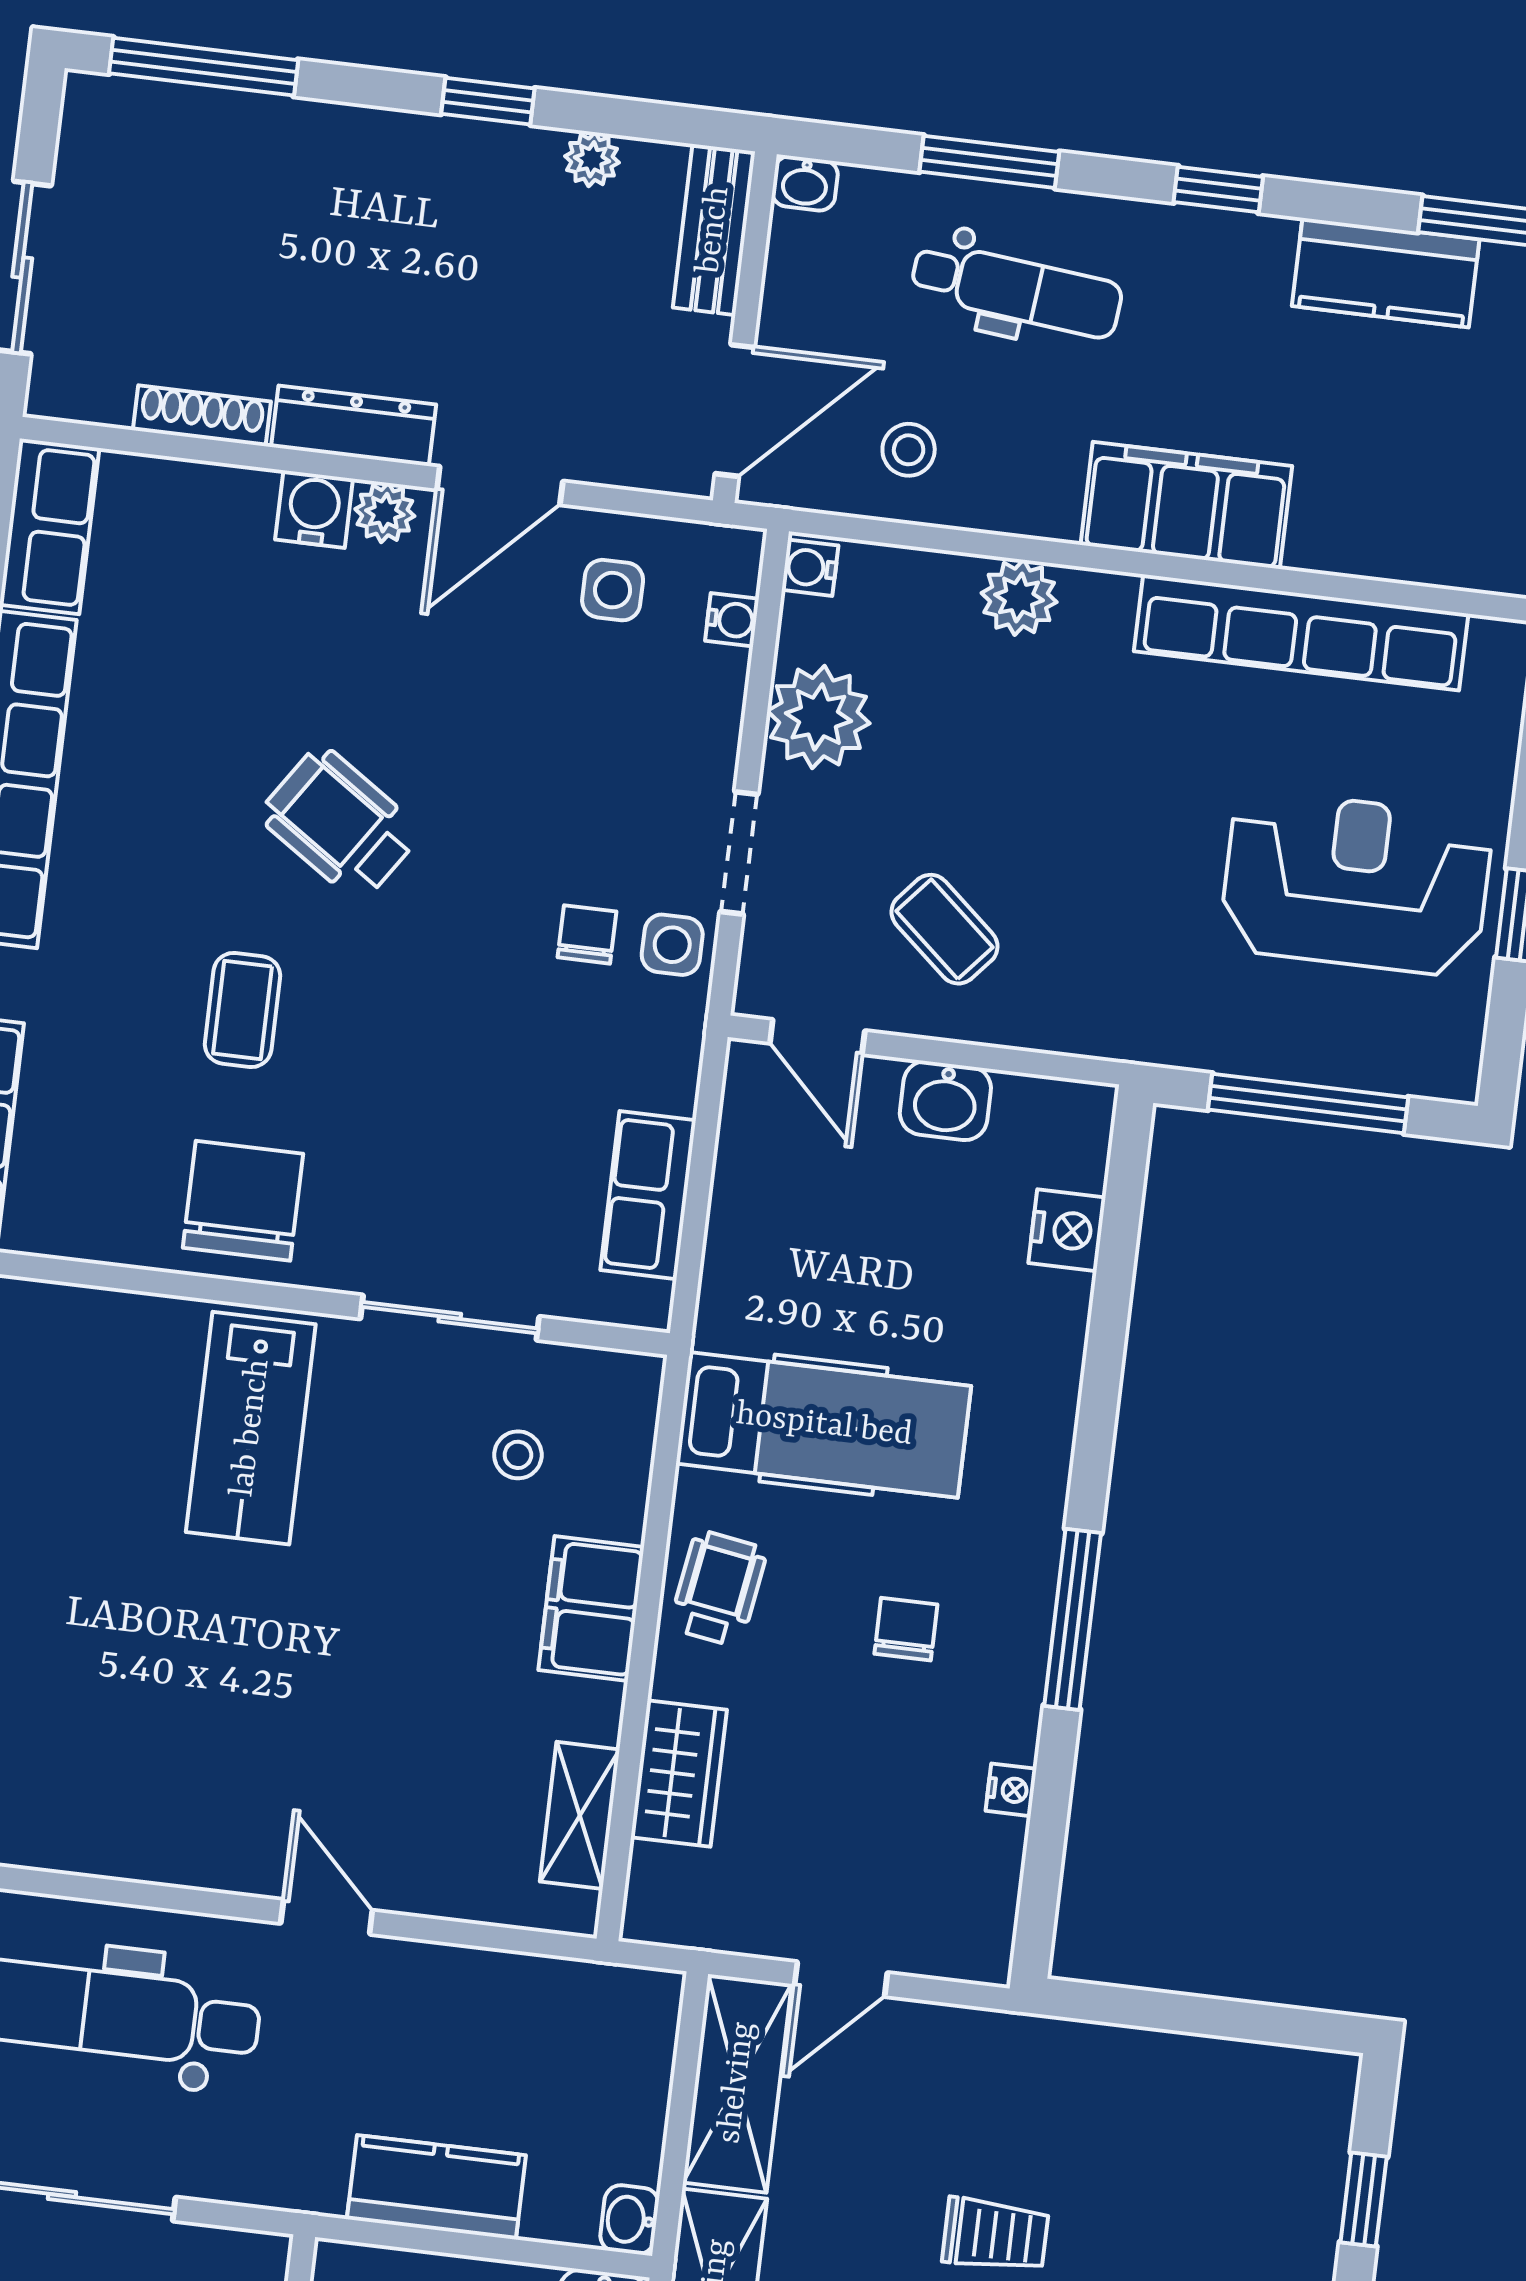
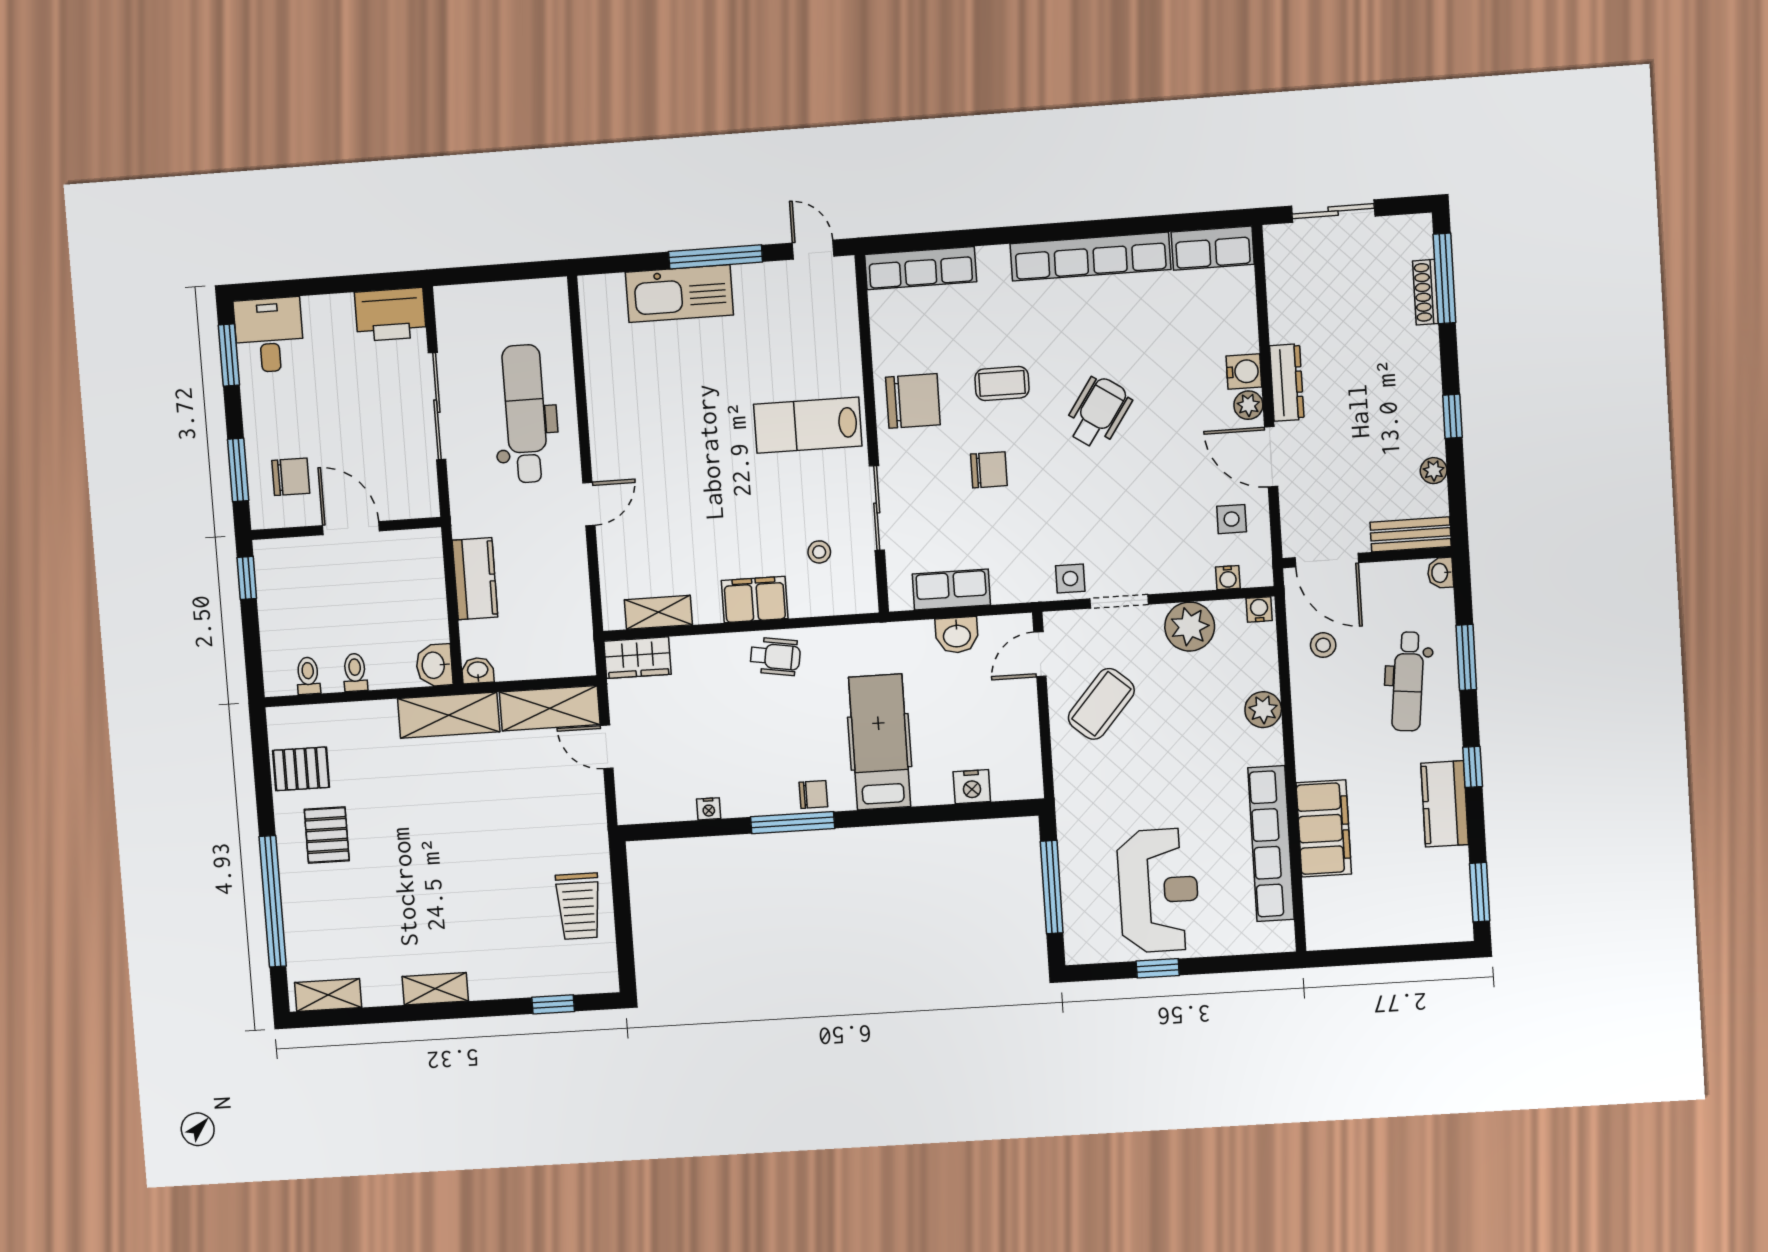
kitchen counter: (1386, 273) -> (1445, 804), moved
shoe rack: (202, 416) -> (1426, 292), moved, turned 180
filing cabinet: (1186, 505) -> (1324, 828), moved
coffee table: (945, 929) -> (1101, 704), width x1.36, depth x1.30
chair: (587, 934) -> (989, 470), moved, width x1.37, depth x1.37
washbasin: (945, 1101) -> (957, 635), moved, turned -90
hospital bed: (824, 1425) -> (880, 742), moved, turned 180
chair: (906, 1629) -> (813, 795), moved
wardrobe: (679, 1773) -> (638, 658), moved
trolley: (995, 2235) -> (579, 906), moved, width x1.36, depth x1.39

